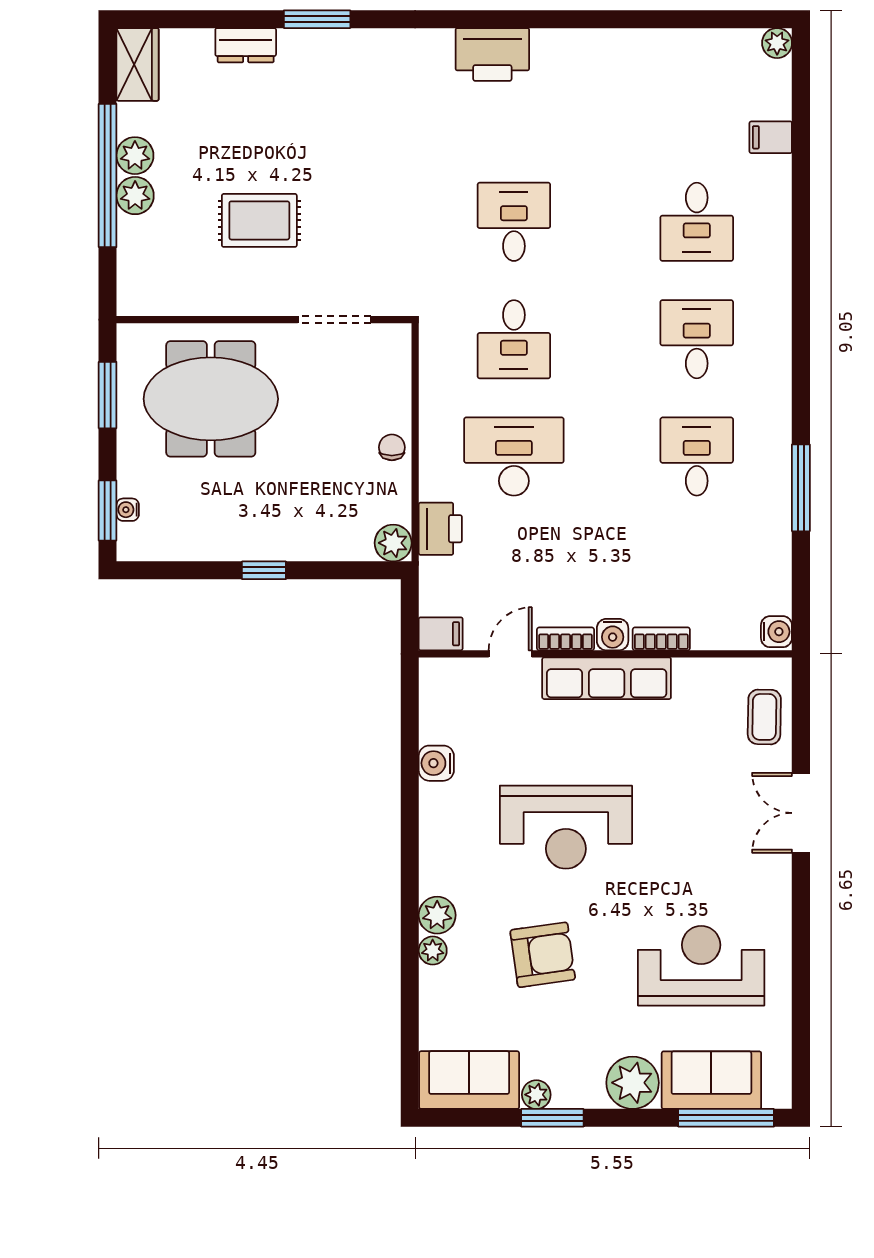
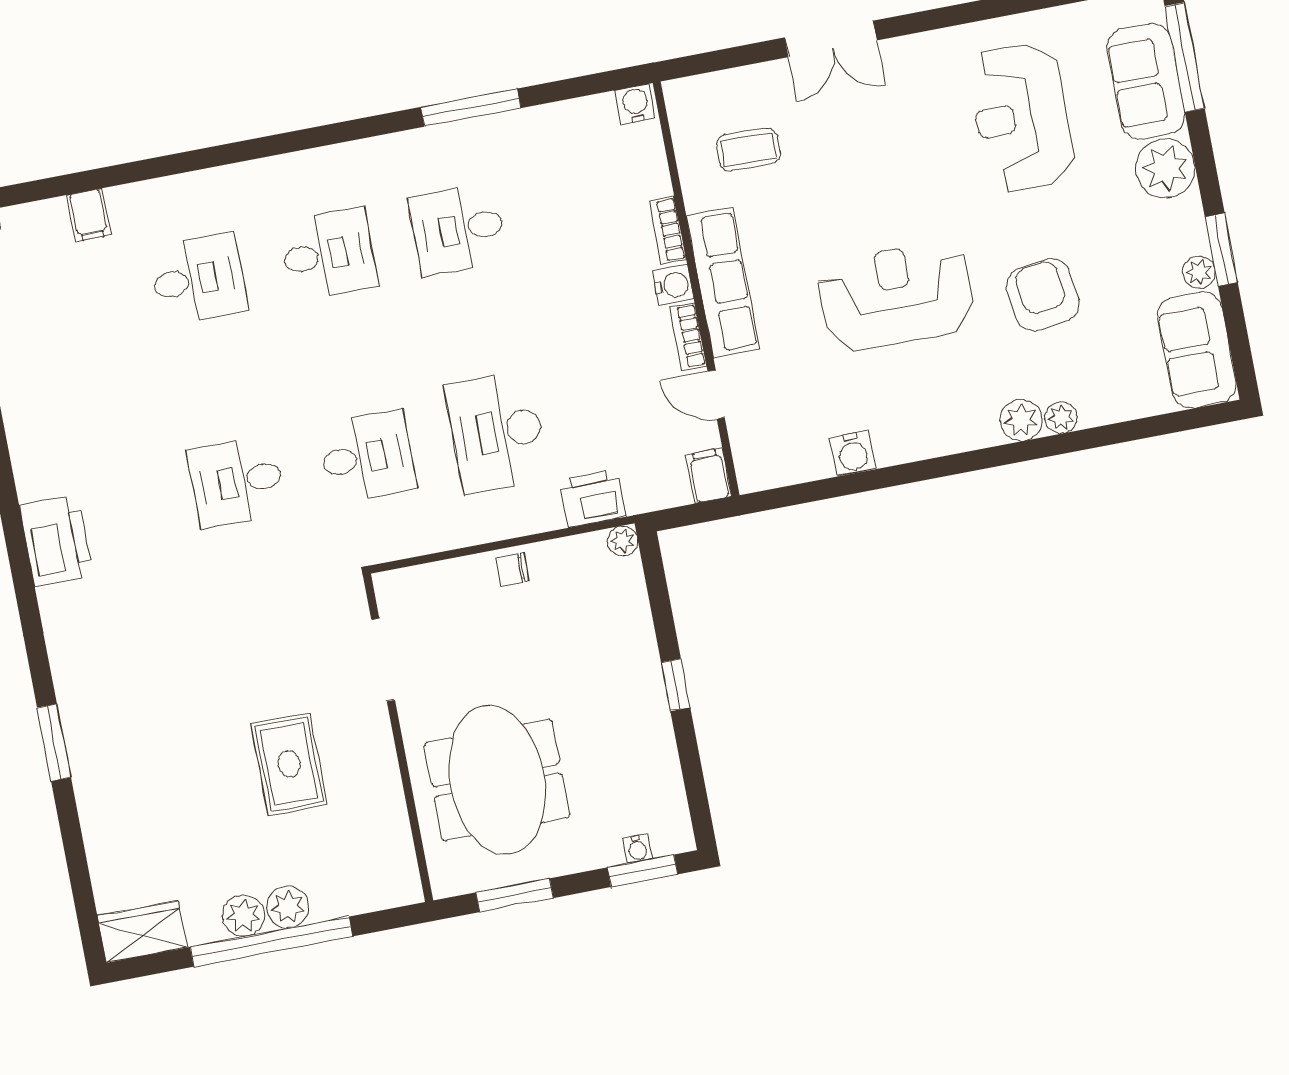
dresser: (246, 45) -> (98, 816), removed
desk: (697, 339) -> (328, 254), turned 180
plant: (393, 543) -> (623, 541), width x0.73, depth x0.73
coffee table: (764, 717) -> (748, 149), moved
reception desk: (566, 827) -> (896, 296), turned -90

